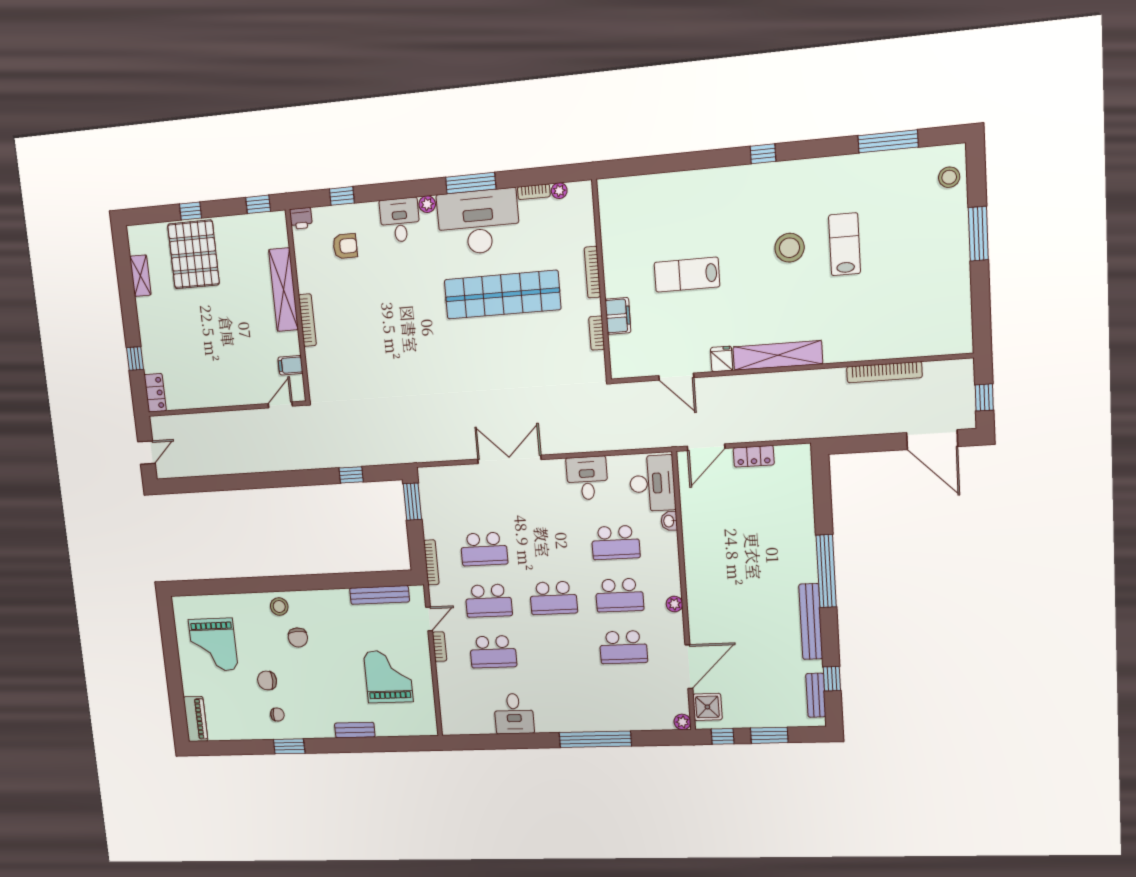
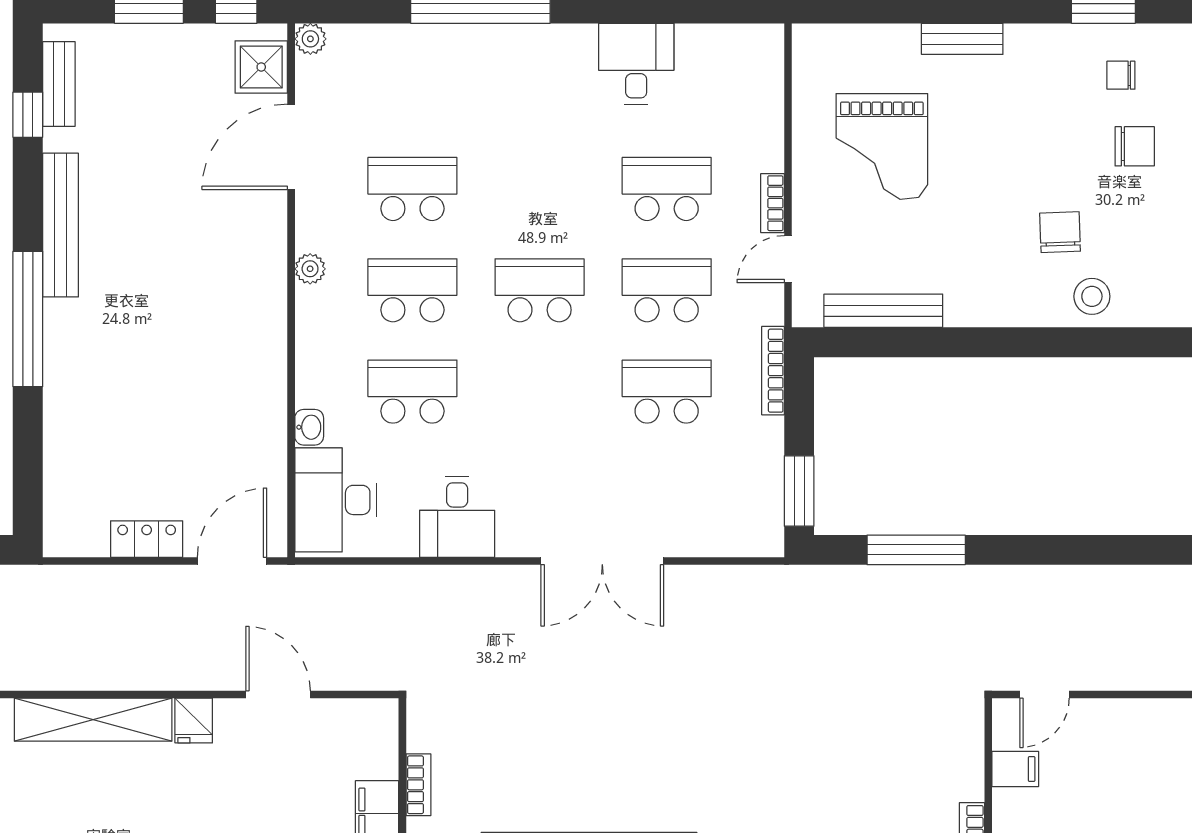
window: (351, 475) -> (916, 550), width x2.17

